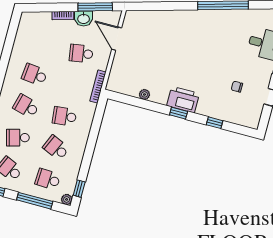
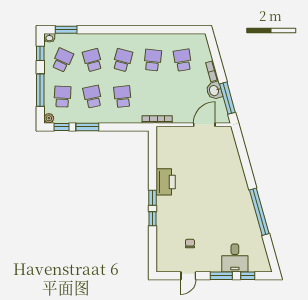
school desk: (81, 53) -> (183, 60), moved
plant: (144, 94) -> (161, 163), removed
printer: (183, 100) -> (166, 182), moved
window: (215, 123) -> (152, 219), moved
school desk: (56, 148) -> (92, 97), turned -36
window: (86, 162) -> (87, 127), added

